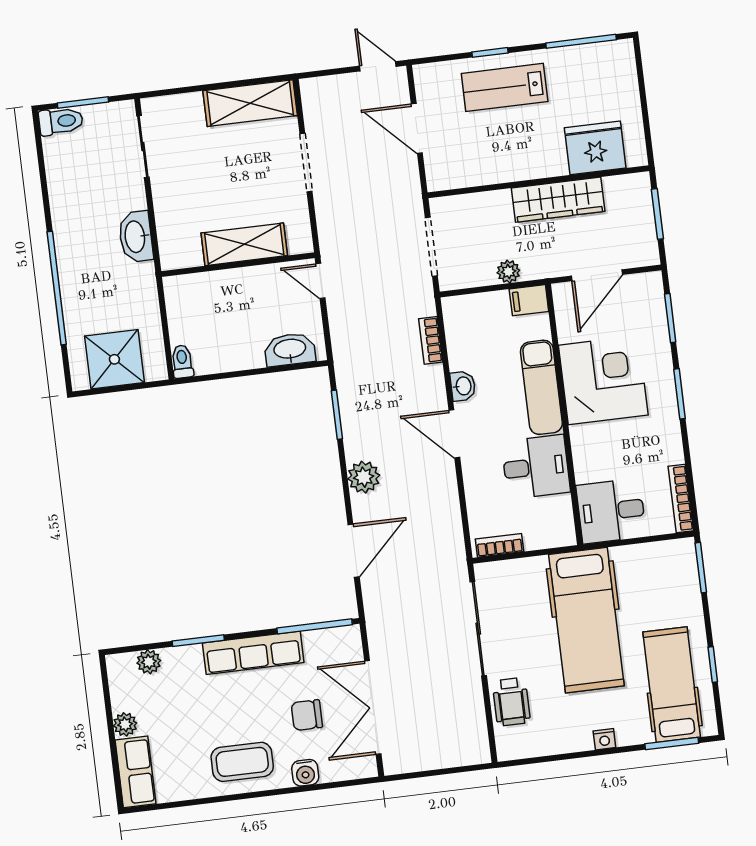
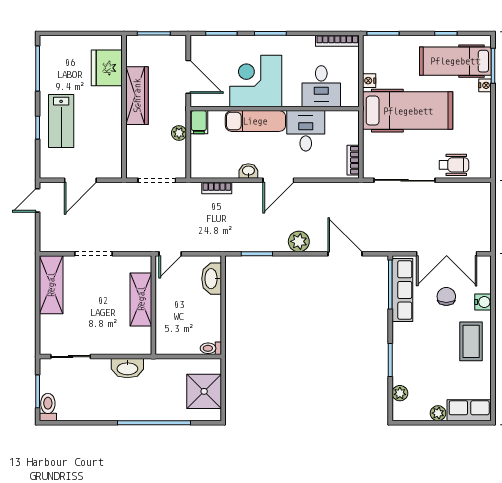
desk: (611, 511) -> (321, 86), moved
nightstand: (625, 555) -> (369, 81), added
row of seats: (253, 653) -> (402, 290), moved
chair: (307, 715) -> (446, 296), turned 180
nightstand: (604, 739) -> (485, 85), moved

